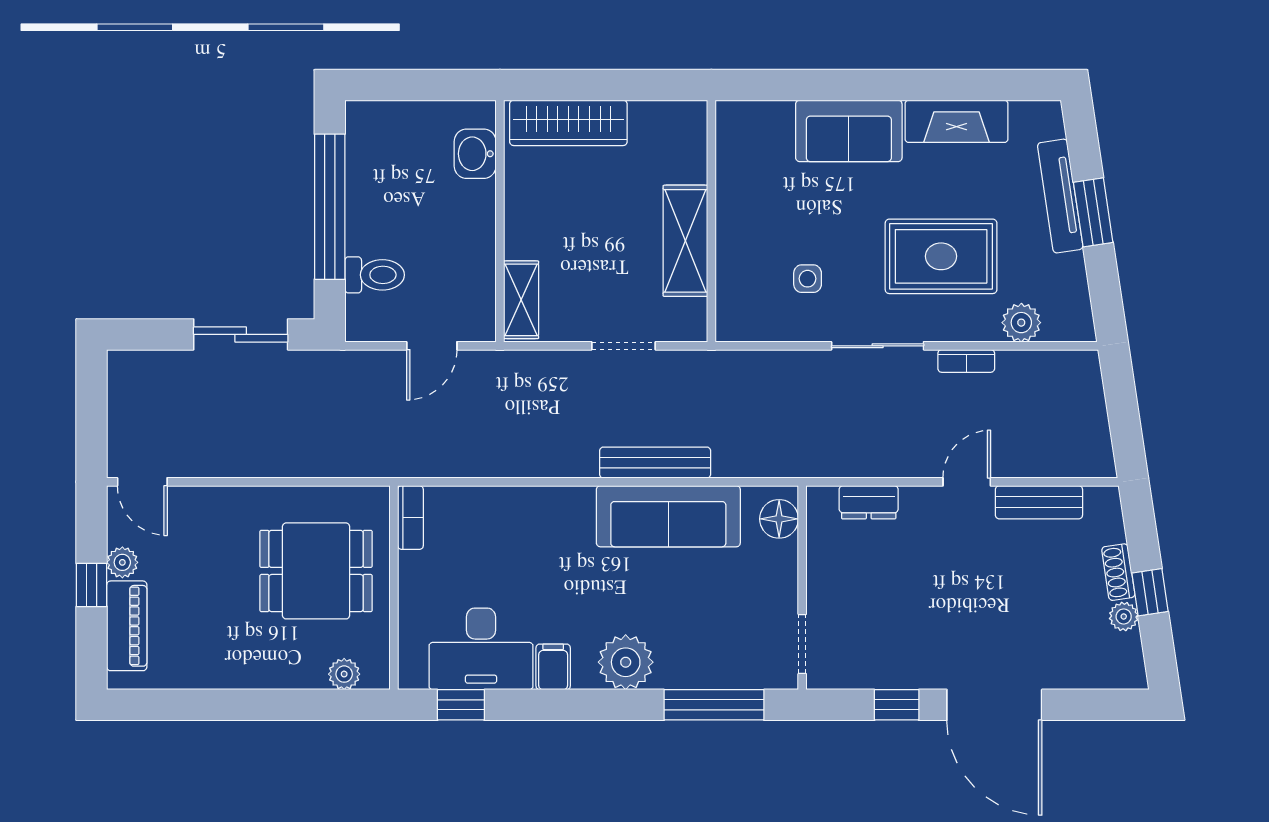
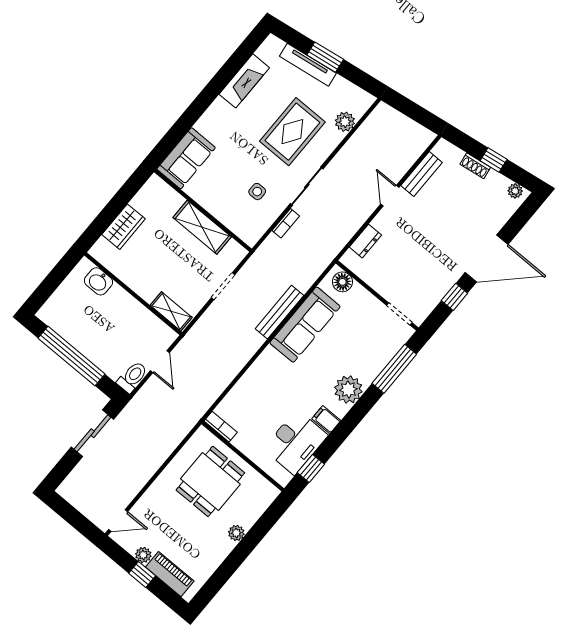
wardrobe: (568, 123) -> (123, 227), width x0.67
sofa: (849, 131) -> (186, 158), moved
toilet: (375, 275) -> (132, 377), moved
bookcase: (966, 361) -> (286, 223), moved
plant: (1124, 616) -> (515, 191), moved
plant: (344, 674) -> (236, 533), moved

